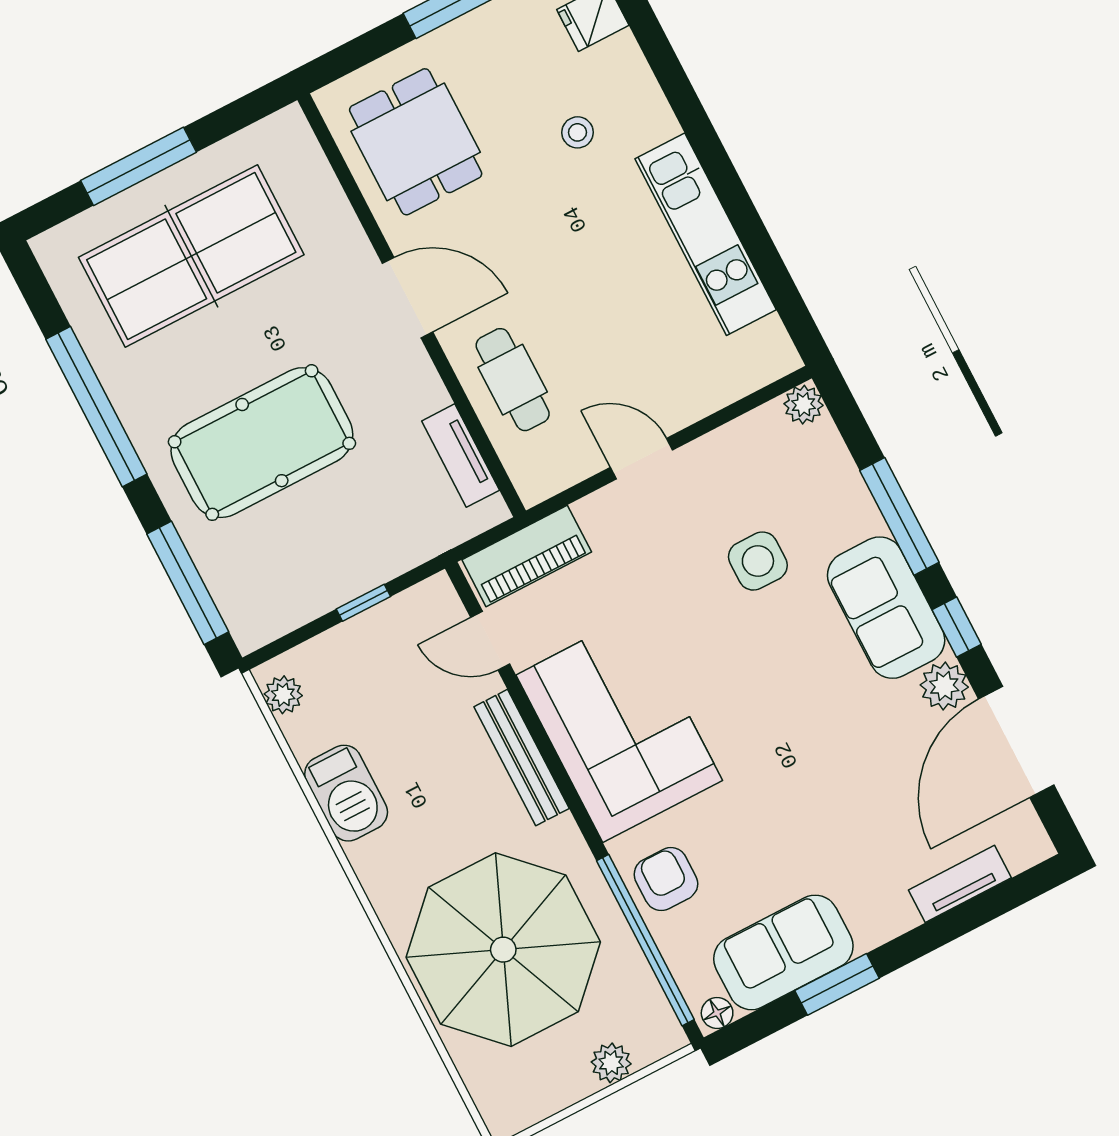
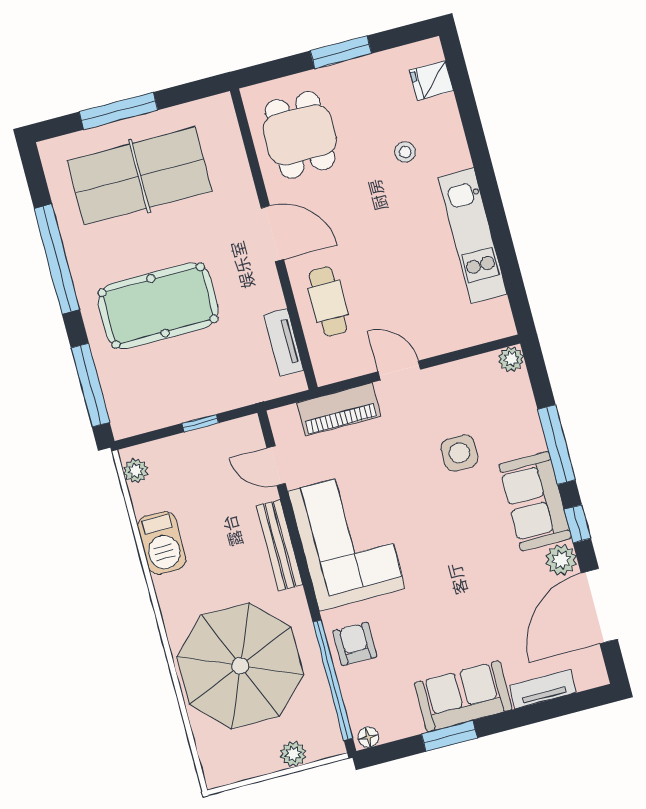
piano: (527, 556) -> (339, 409), moved
sofa: (783, 952) -> (463, 696), moved

